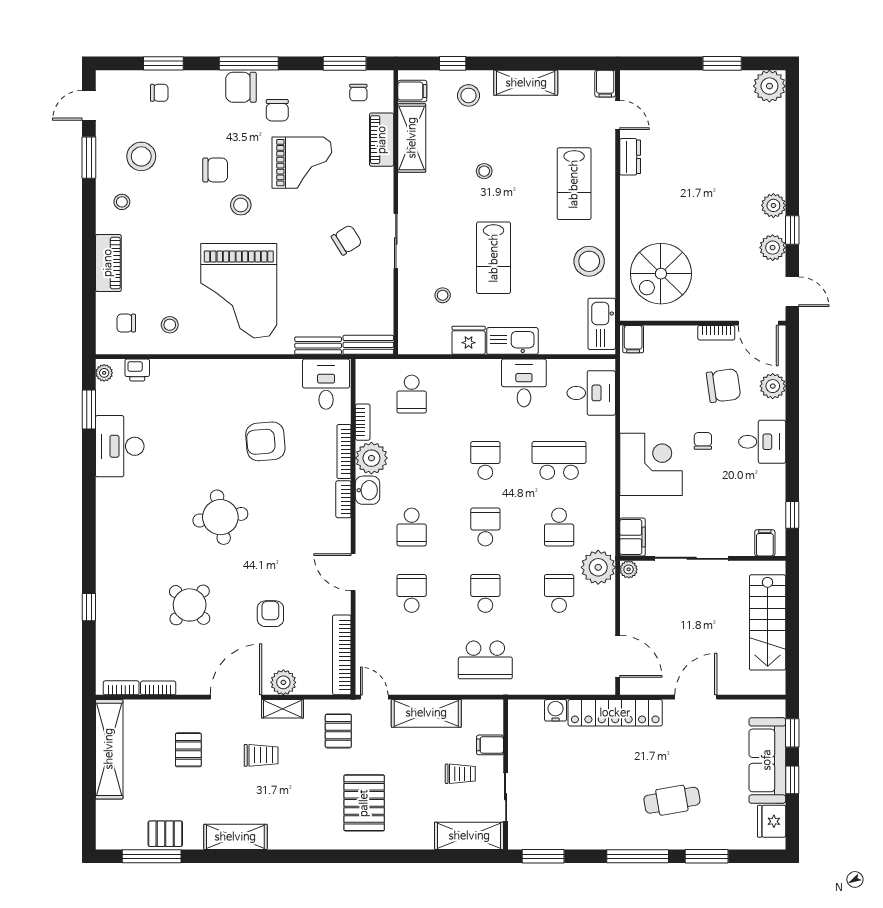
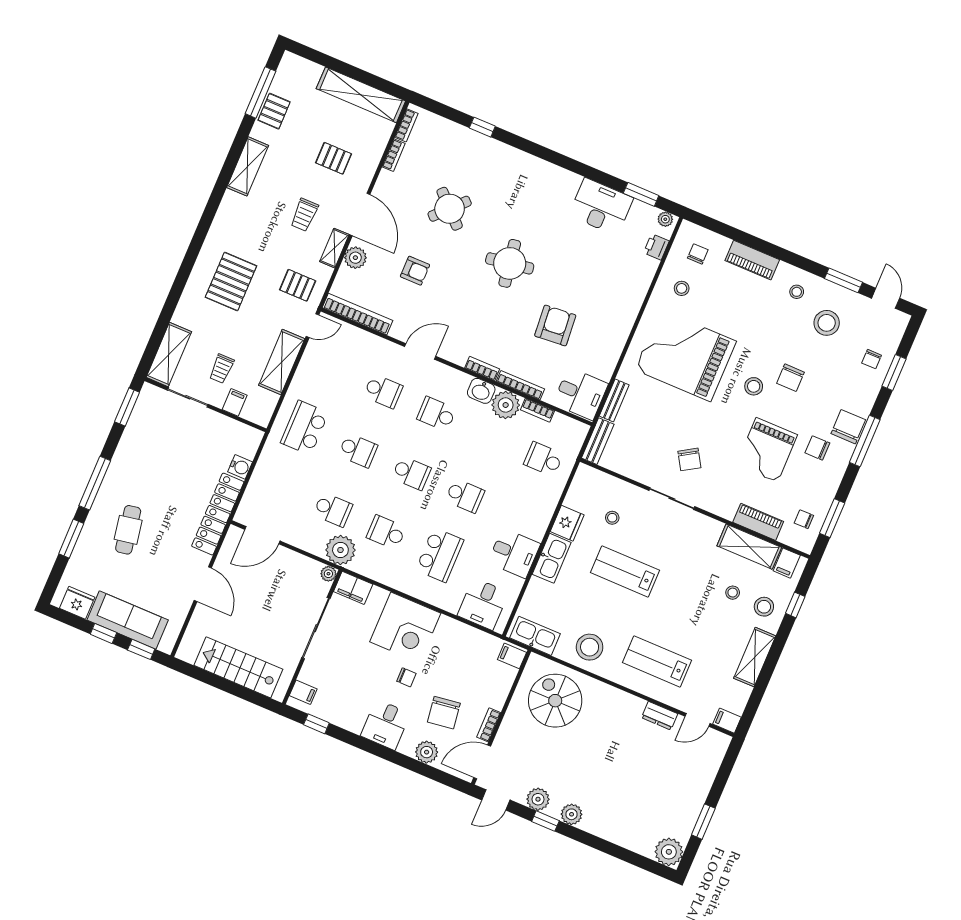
stool: (484, 171) -> (733, 593), moved
pallet: (364, 803) -> (231, 281), turned 90

